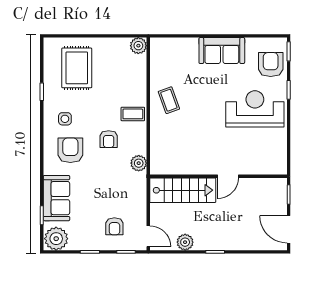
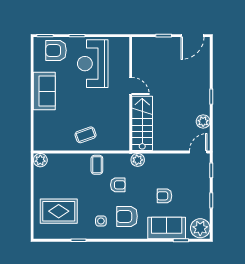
wall: (218, 176) -> (131, 94), moved
door: (228, 176) -> (131, 86), moved
stairs: (183, 190) -> (142, 123), moved
armchair: (114, 226) -> (164, 196), moved, turned 180

